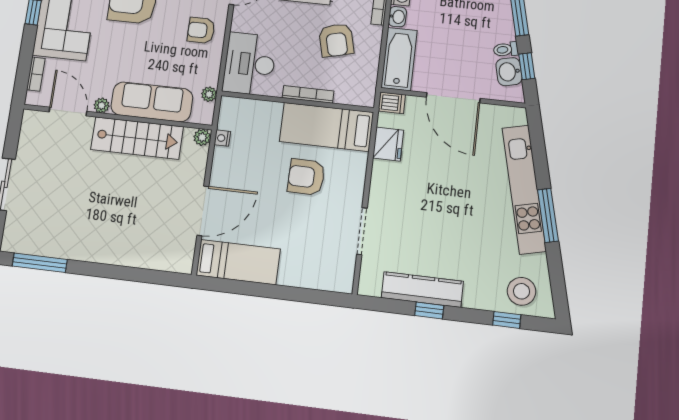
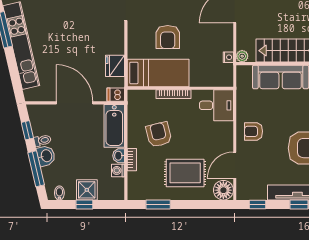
armchair: (201, 30) -> (254, 131), turned 180
desk: (250, 64) -> (216, 105), width x0.73
washbasin: (509, 72) -> (46, 156), moved
plant: (209, 94) -> (242, 87), removed
armchair: (306, 177) -> (168, 37), turned 89

